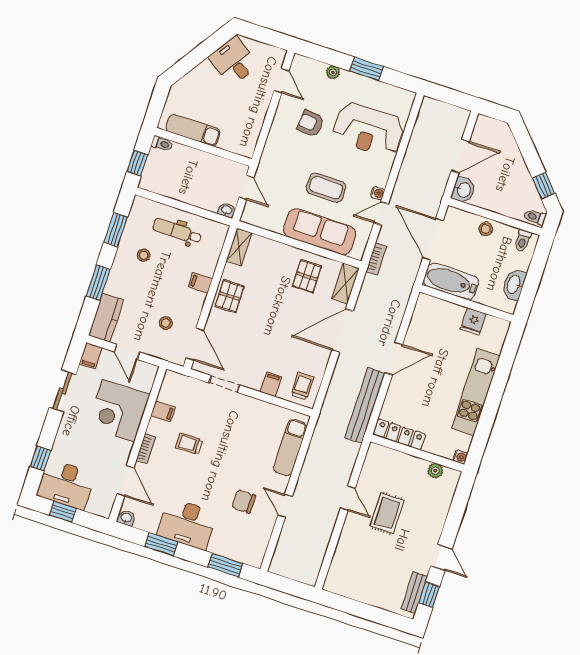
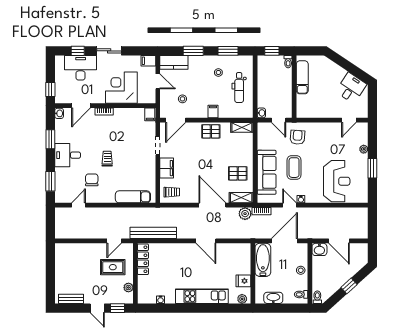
armchair: (311, 123) -> (297, 137), moved
reception desk: (368, 130) -> (337, 181), turned 180
window: (544, 186) -> (349, 286), moved
door: (246, 188) -> (279, 120), hinge flipped
dental chair: (177, 231) -> (239, 88), turned 180
plant: (372, 285) -> (245, 214), added
plant: (500, 332) -> (242, 299), added
door: (127, 352) -> (158, 81), swing flipped
filing cabinet: (271, 384) -> (167, 168), width x2.00
sliding door: (63, 391) -> (109, 51), moved
bench: (365, 405) -> (153, 233), moved
filing cabinet: (163, 411) -> (150, 114), moved
locker: (400, 434) -> (143, 259), moved
trolley: (189, 444) -> (107, 159), moved
wall: (417, 453) -> (135, 273), moved
plant: (435, 471) -> (128, 288), moved
desk: (66, 484) -> (81, 68), moved, turned 90
door: (285, 506) -> (79, 205), moved
window: (63, 512) -> (50, 90), moved
desk: (187, 524) -> (68, 155), width x0.73
door: (441, 557) -> (97, 308), hinge flipped
window: (429, 595) -> (117, 308), moved

